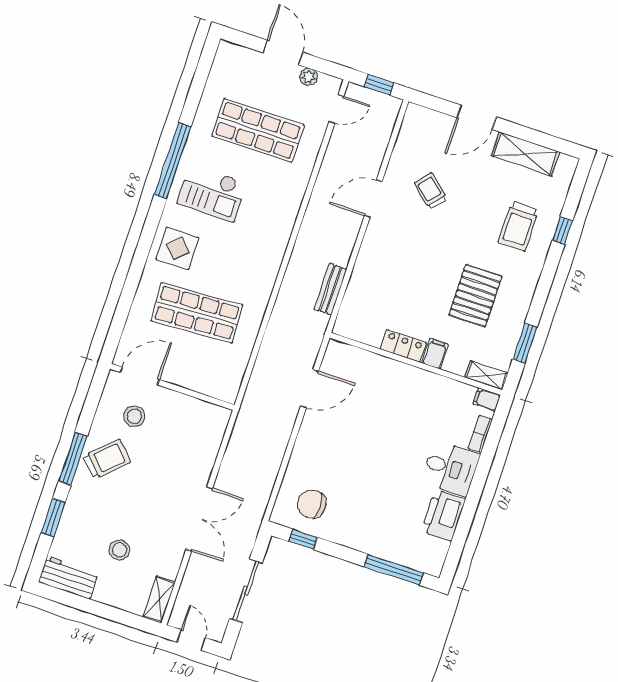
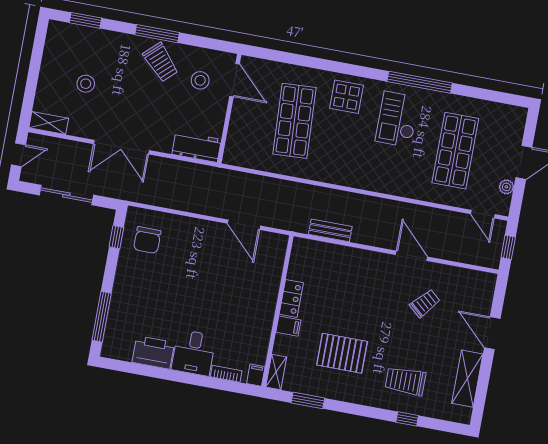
chair: (312, 504) -> (147, 240), turned 180
window: (53, 517) -> (85, 20), moved
workbench: (68, 577) -> (197, 147), moved, turned -90

